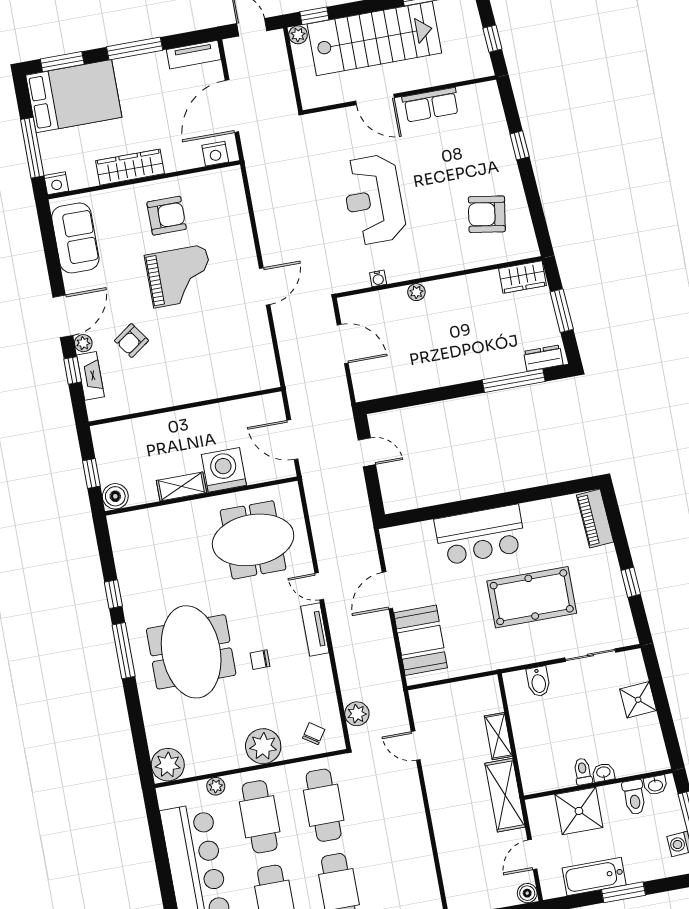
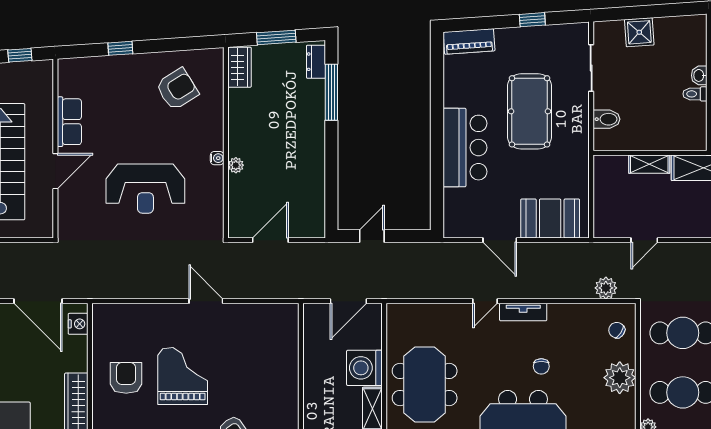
armchair: (487, 214) -> (177, 89), turned -131
water cooler: (378, 278) -> (217, 158), moved
meeting table: (253, 540) -> (425, 384), moved

